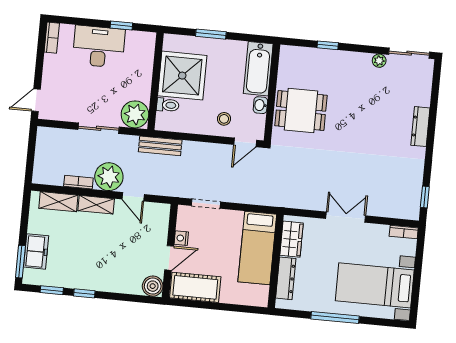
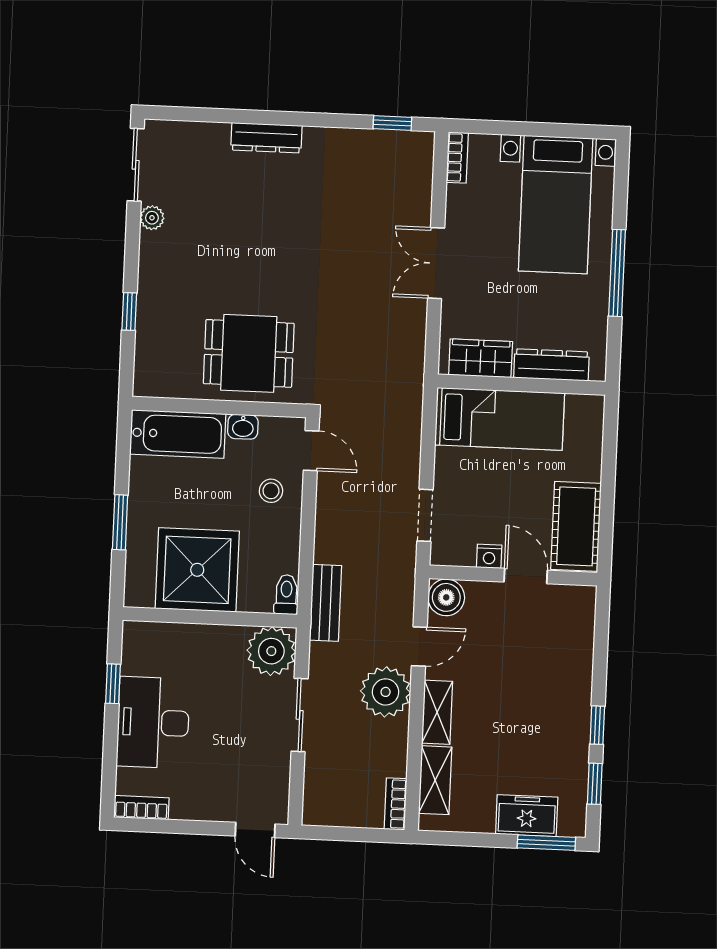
toilet: (168, 105) -> (286, 595), moved
dining table: (301, 111) -> (249, 353), turned 90
bookcase: (78, 182) -> (396, 804), moved
boiler: (153, 286) -> (446, 597), moved

